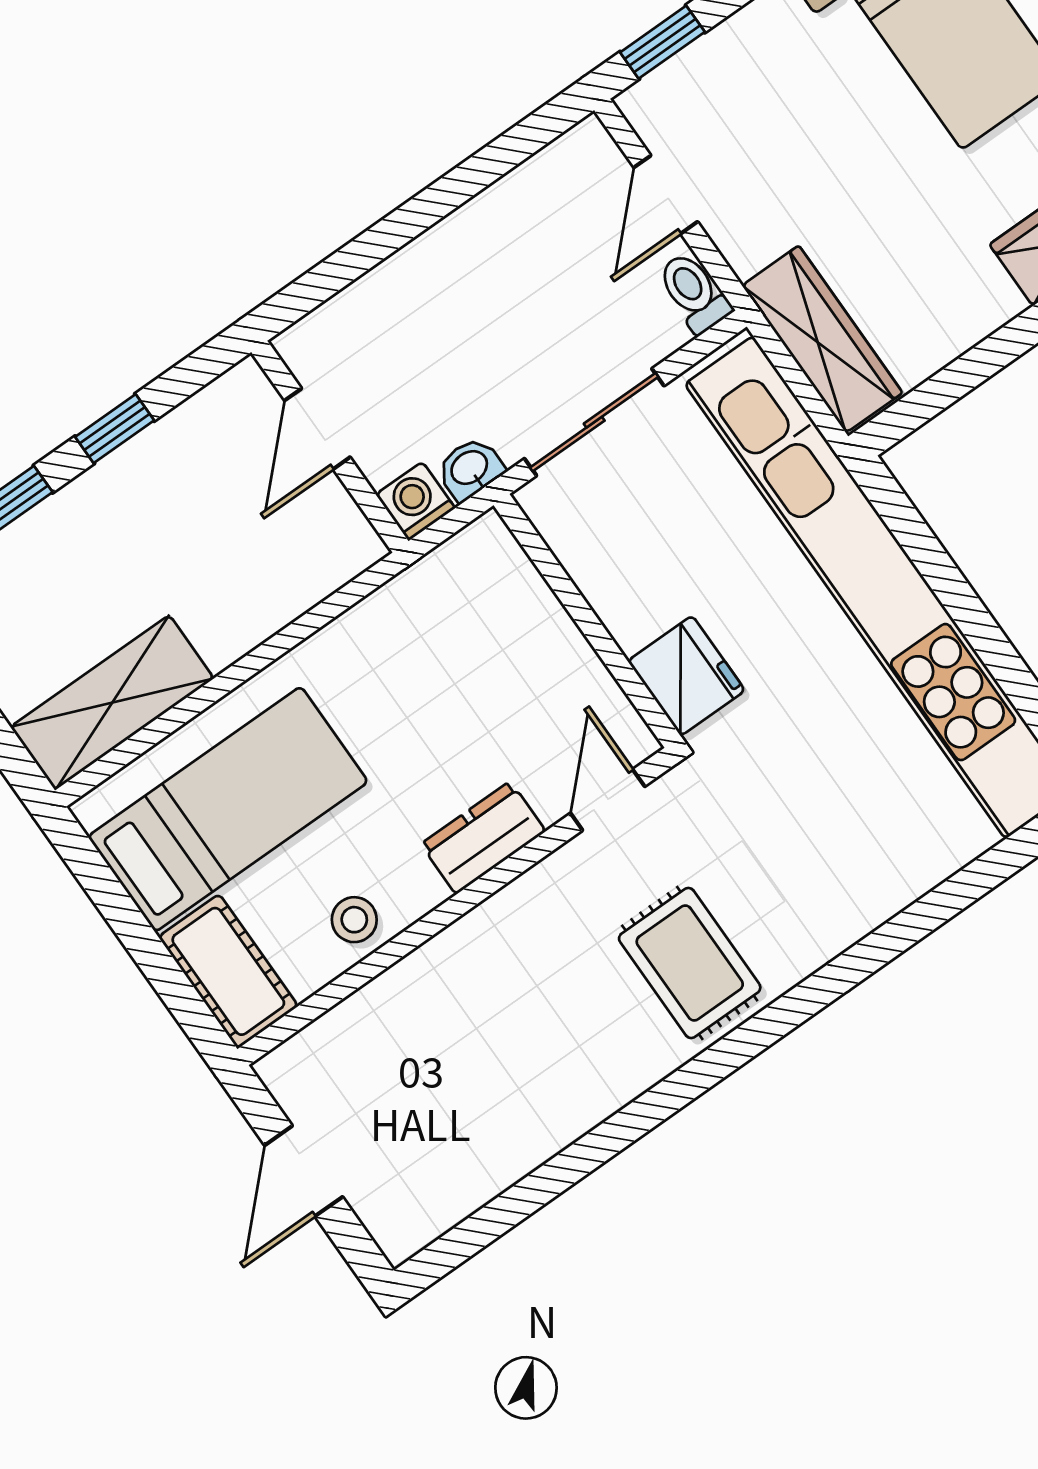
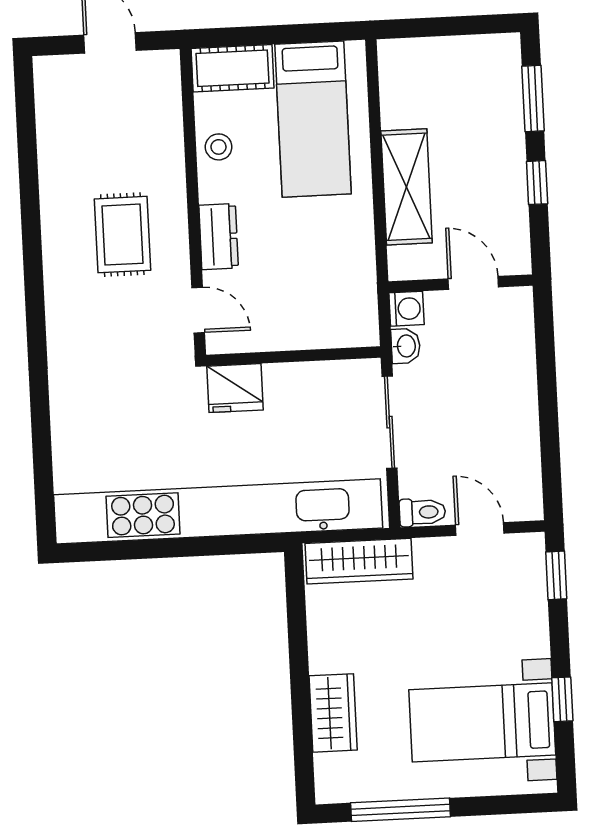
shelving: (112, 703) -> (407, 187), moved
rug: (690, 963) -> (122, 235), moved, turned 90

